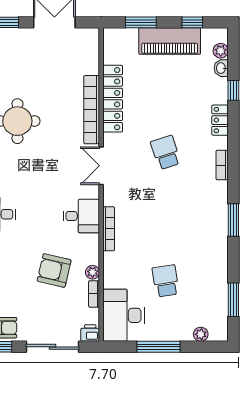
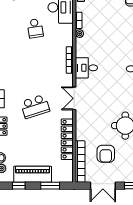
bookcase: (92, 110) -> (80, 162), moved
school desk: (166, 152) -> (35, 106), width x1.85
double door: (101, 166) -> (74, 98), swing flipped
armchair: (54, 270) -> (106, 154), moved, turned 77

